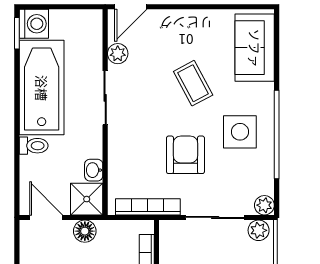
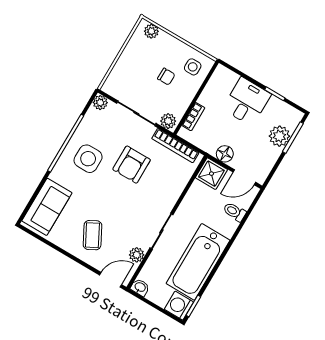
coffee table: (193, 83) -> (92, 235), moved
toilet: (34, 146) -> (235, 212), moved
washbasin: (94, 170) -> (140, 287), moved, turned -90
door: (46, 217) -> (244, 177), hinge flipped
plant: (259, 230) -> (168, 121), moved

